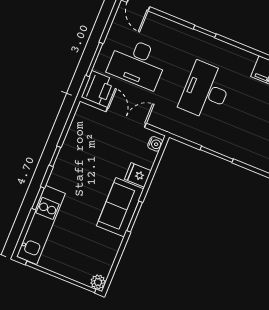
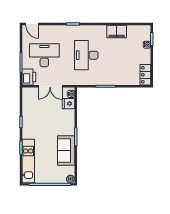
desk: (137, 63) -> (44, 55), turned 180
double door: (126, 117) -> (50, 86), swing flipped
fridge: (138, 175) -> (69, 104), moved
sofa: (120, 207) -> (66, 150), moved

